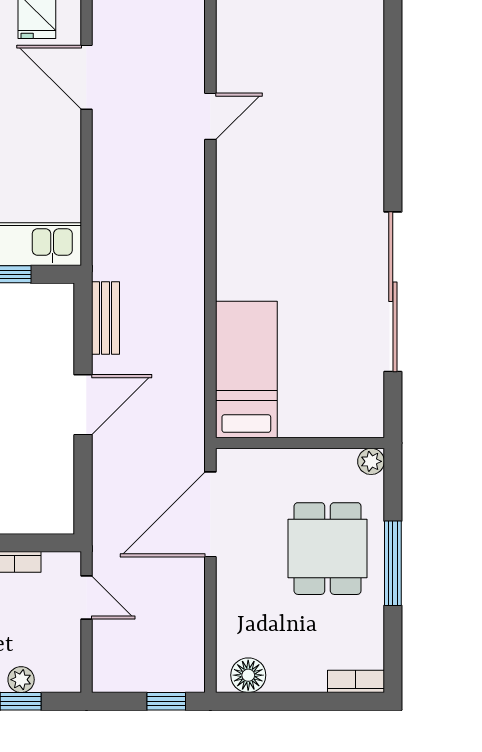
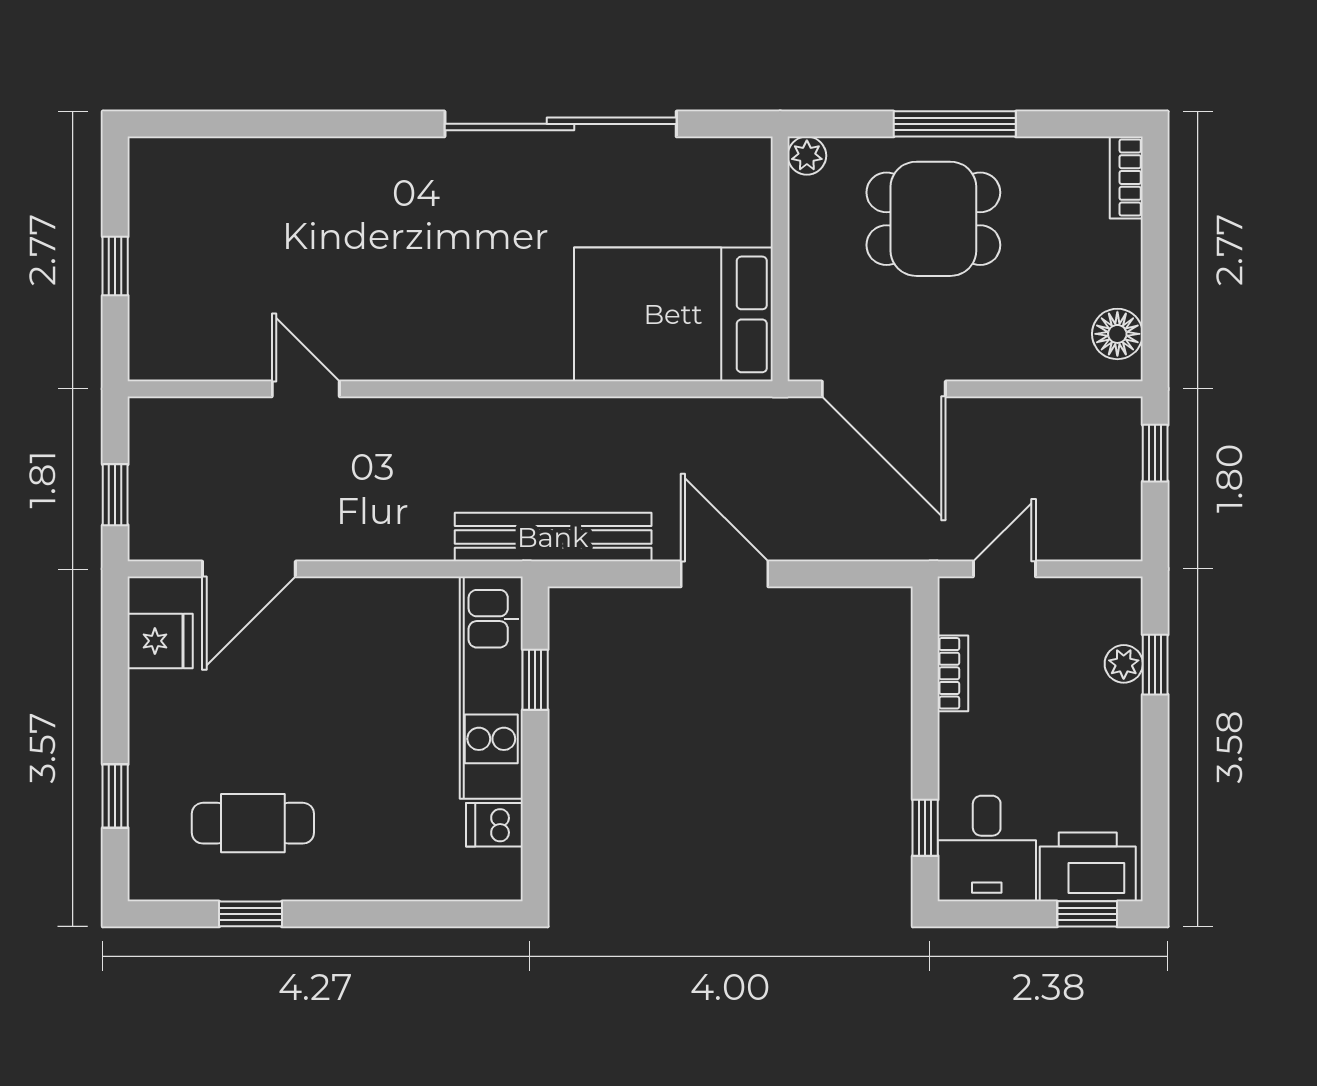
bench: (105, 318) -> (553, 537), width x1.86, depth x1.21
bed: (246, 370) -> (673, 314), width x1.50

